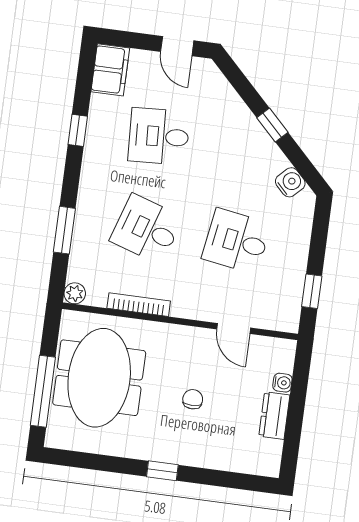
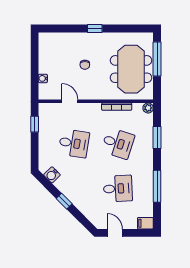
filing cabinet: (110, 70) -> (145, 223), width x0.50
window: (78, 130) -> (157, 186), width x2.17
dresser: (274, 416) -> (45, 62), removed

